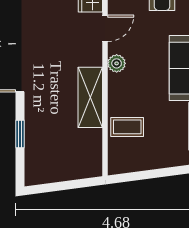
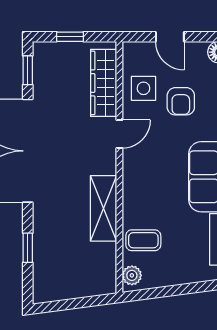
plant: (117, 63) -> (132, 275), moved

